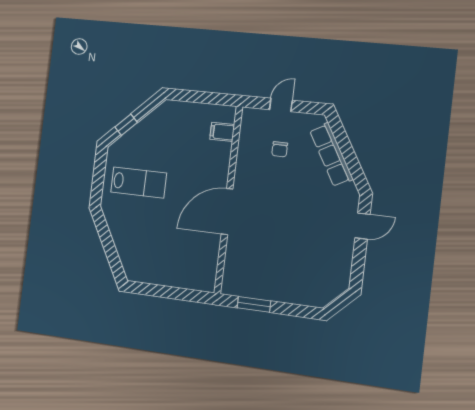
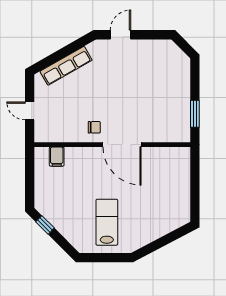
window: (126, 125) -> (45, 225), moved
chair: (280, 149) -> (94, 127), moved
door: (362, 226) -> (121, 35), hinge flipped

